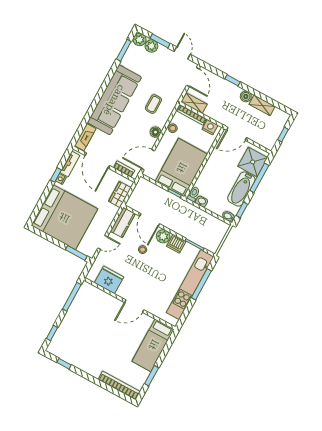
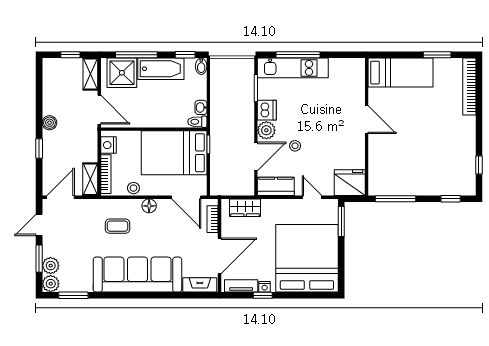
shelving: (262, 105) -> (90, 74), moved
fridge: (109, 280) -> (350, 183), moved, turned 90
kitchen unit: (190, 285) -> (293, 68), width x0.73

